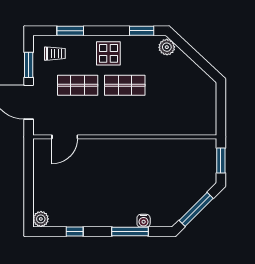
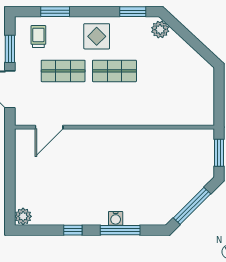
trolley: (55, 54) -> (38, 36), turned -90
water cooler: (144, 221) -> (116, 218), moved
window: (75, 232) -> (73, 230), moved

